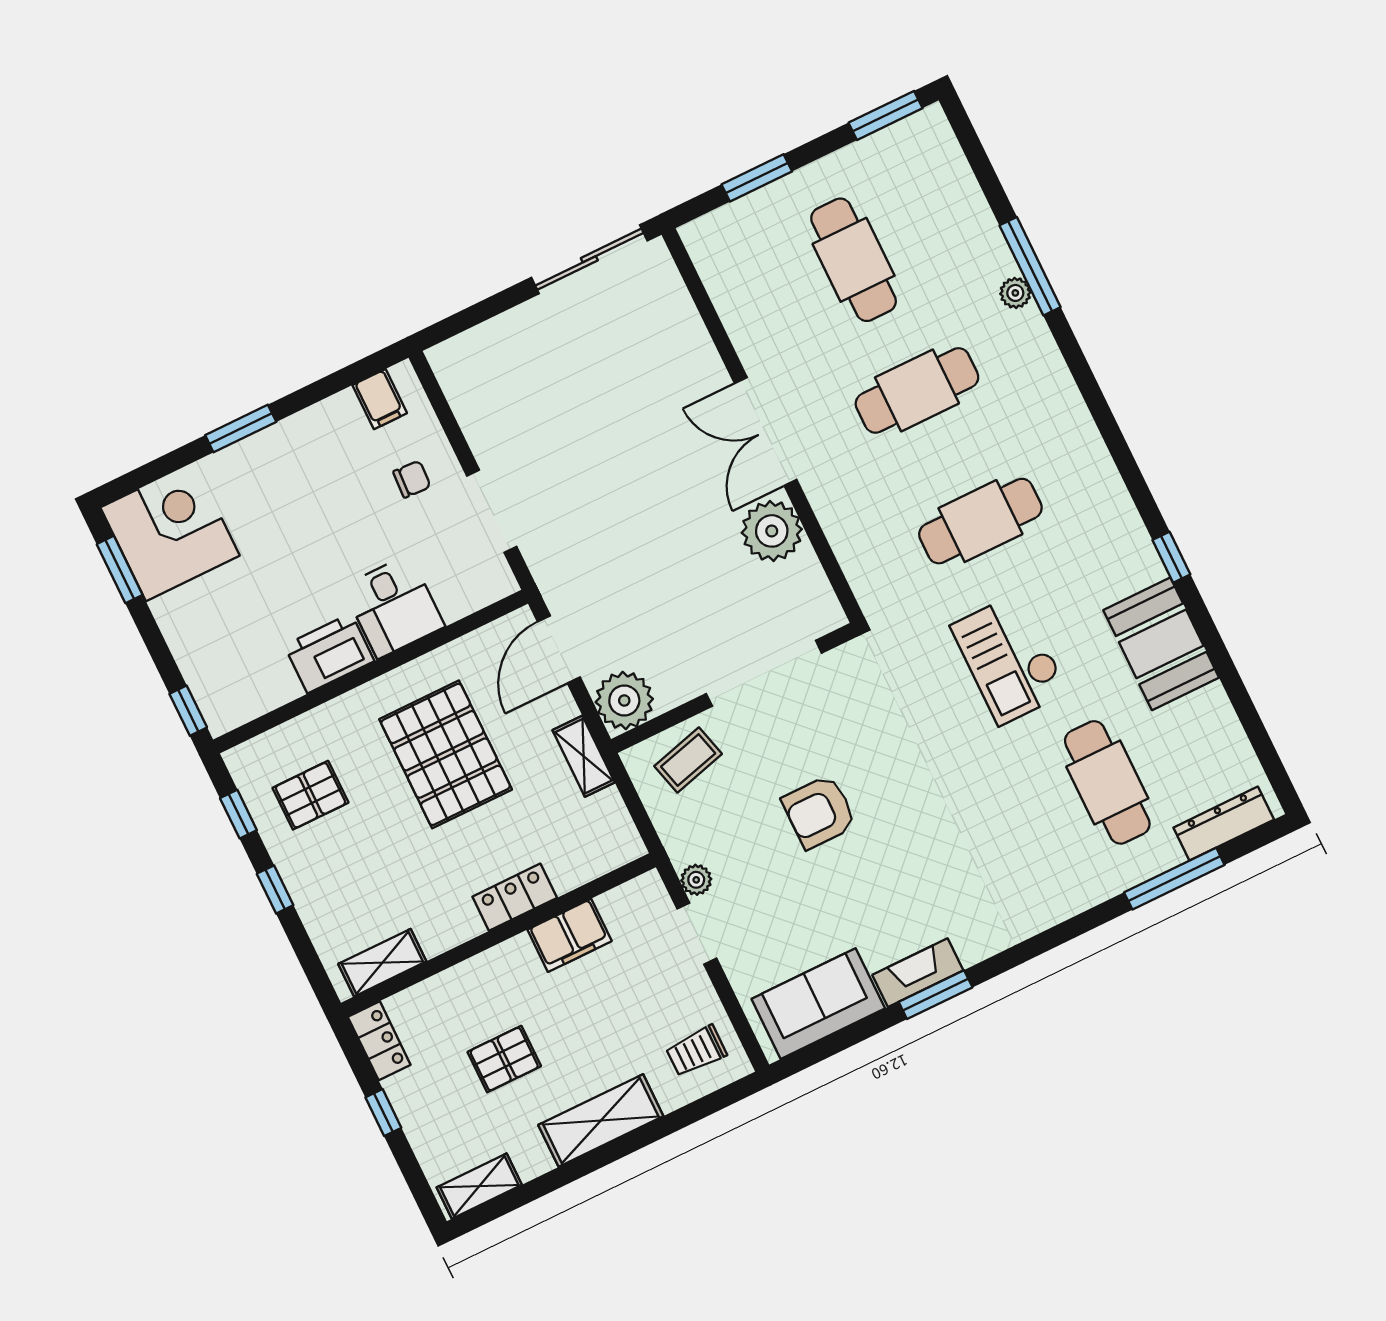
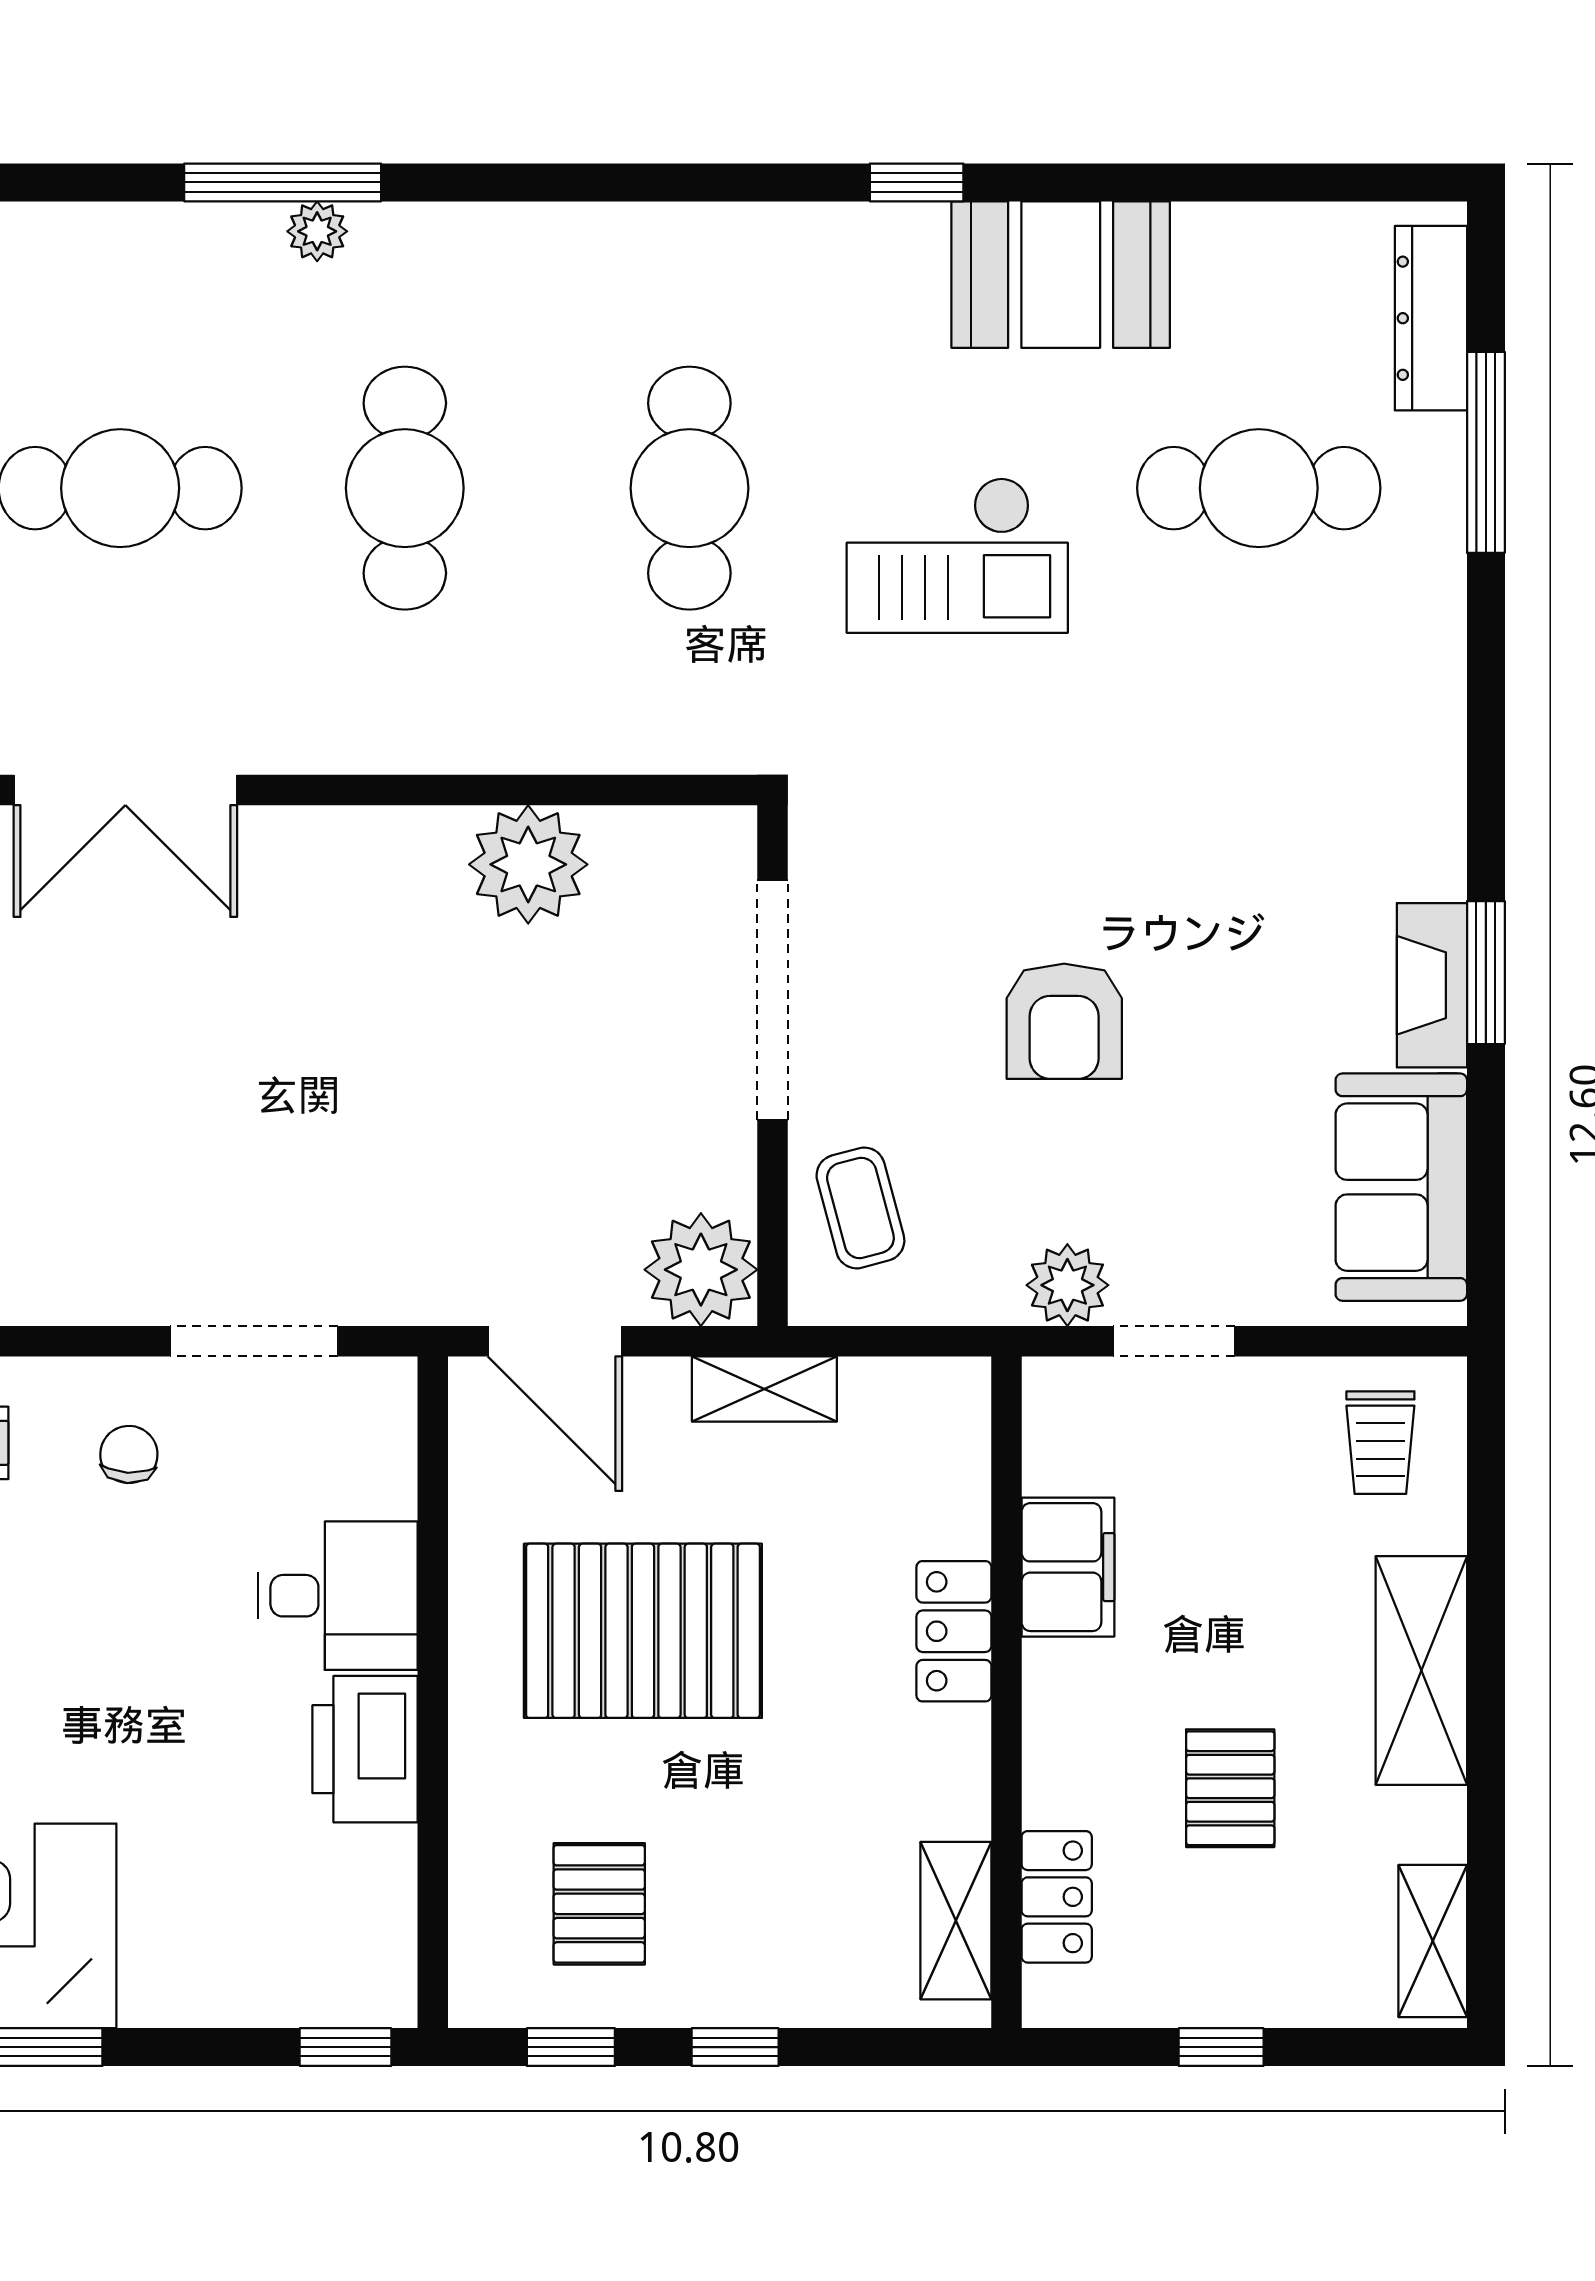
double door: (766, 432) -> (125, 790), moved
plant: (696, 880) -> (1067, 1285), width x1.38, depth x1.38
locker: (379, 1041) -> (1057, 1897), moved, turned 90

